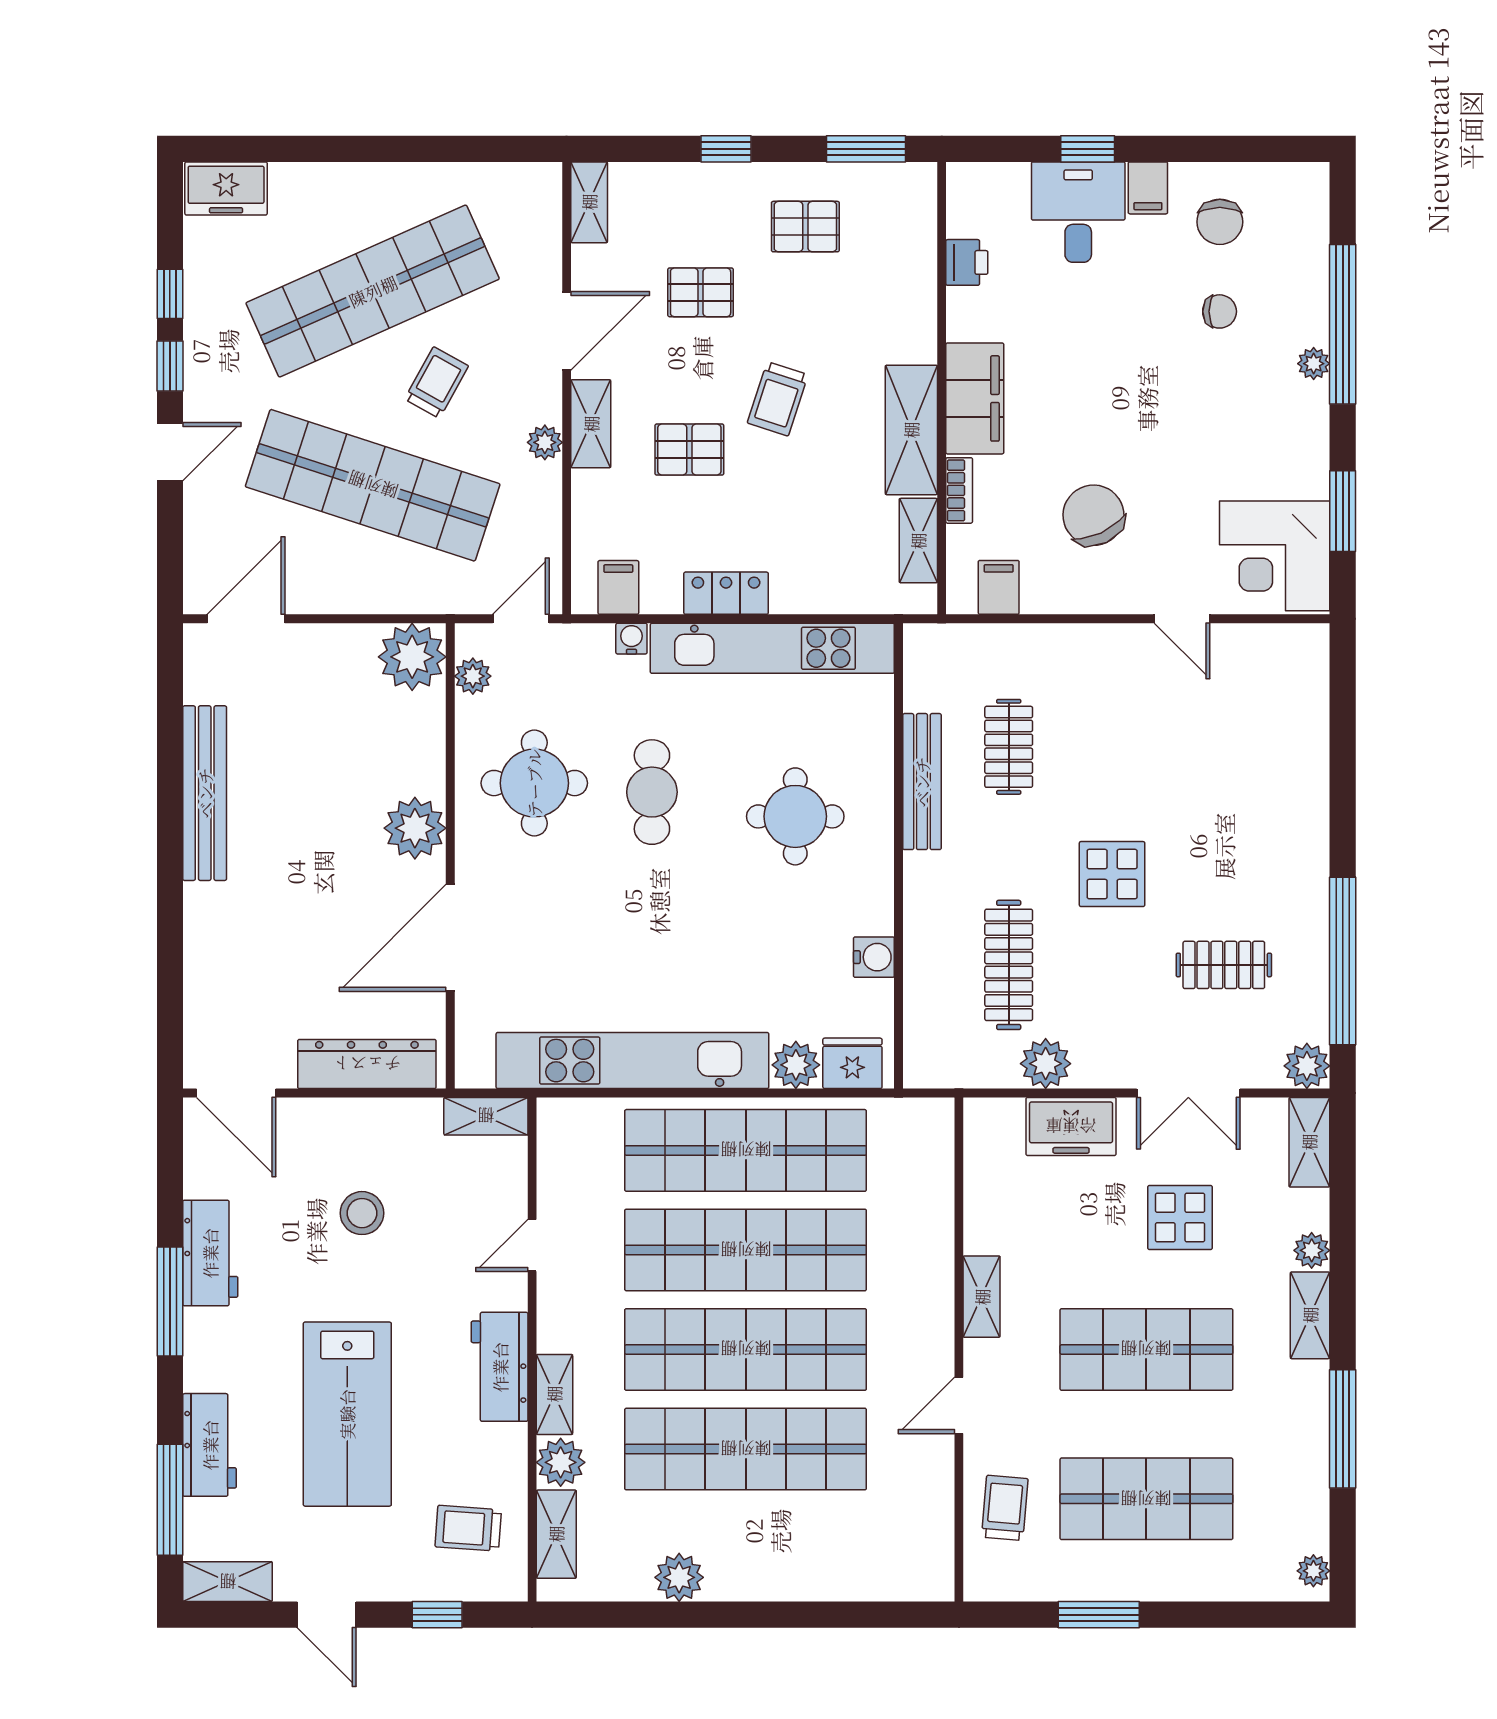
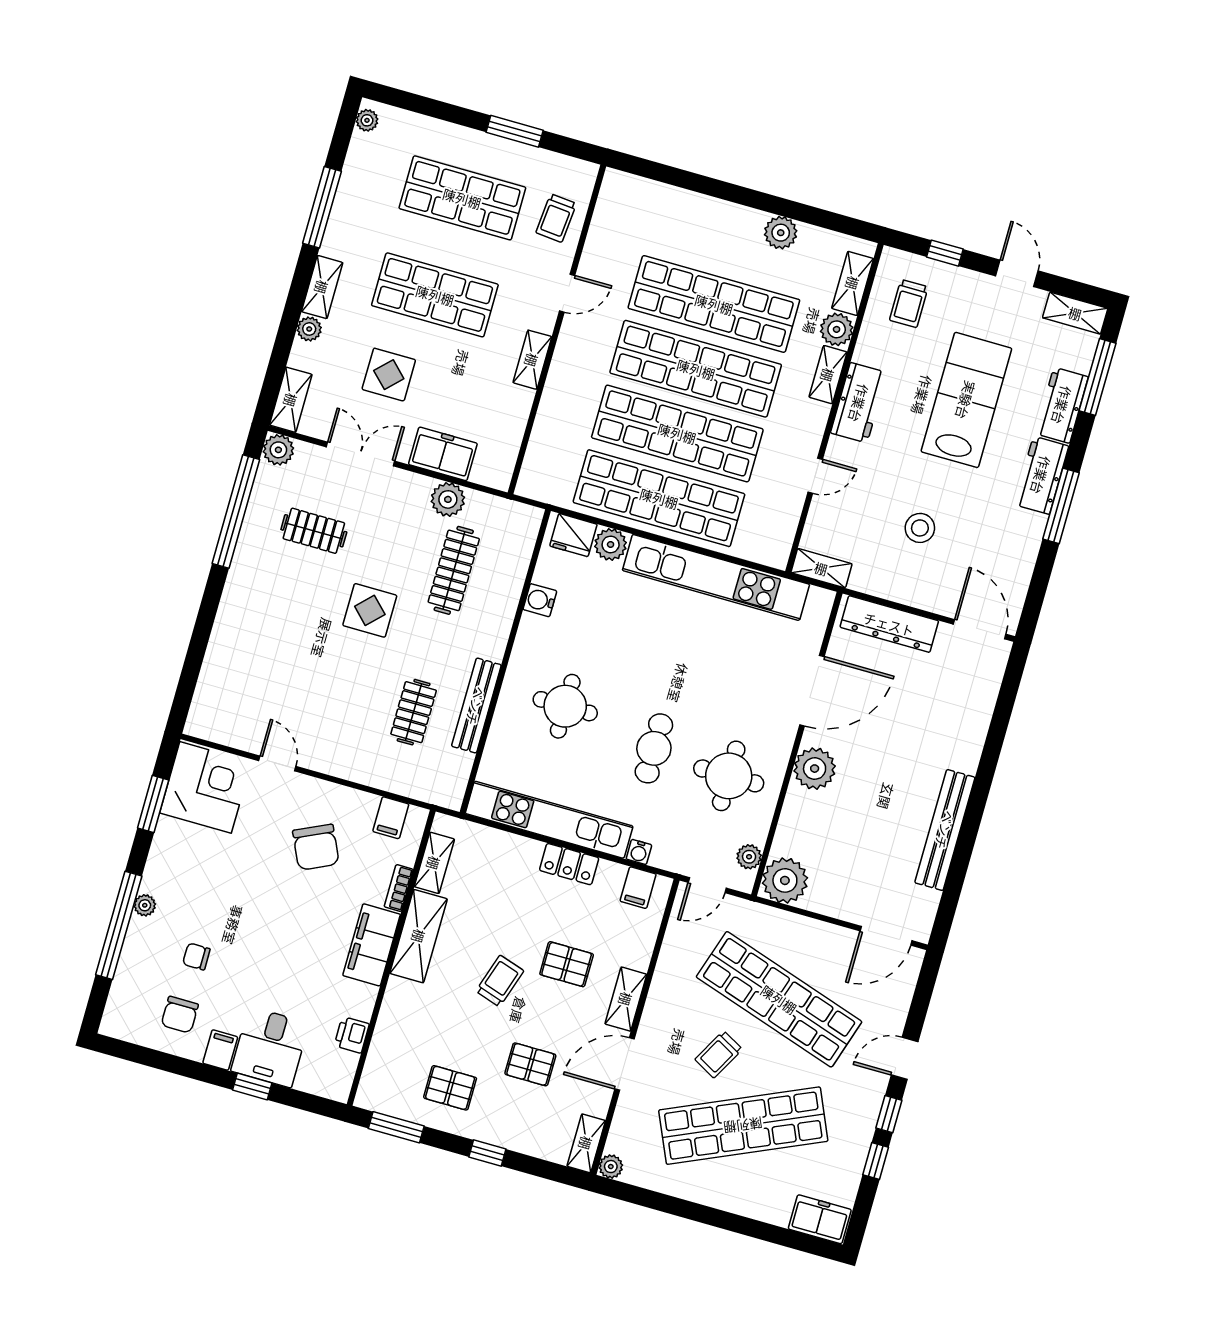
chair: (1220, 222) -> (180, 1015), turned 180
plant: (545, 442) -> (611, 1167), moved
workbench: (210, 1253) -> (1041, 475), moved
trolley: (468, 1528) -> (909, 303), turned 86

